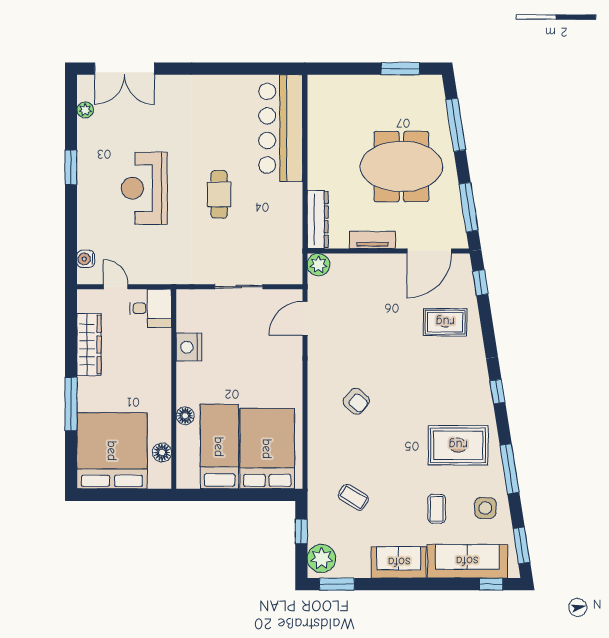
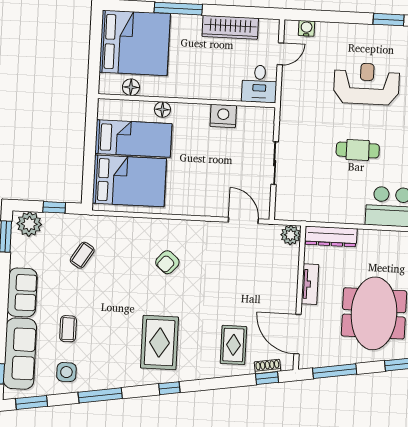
shoe rack: (467, 283) -> (267, 367), added
rug: (458, 445) -> (160, 343), moved
coffee table: (437, 509) -> (68, 329), turned 90

